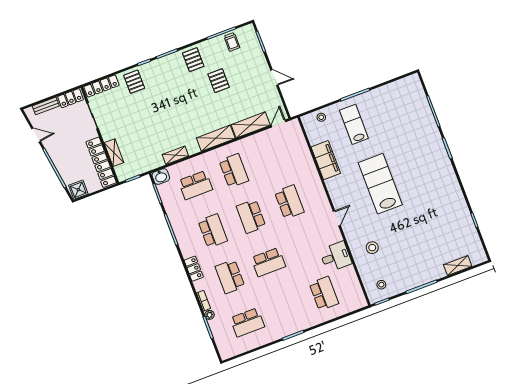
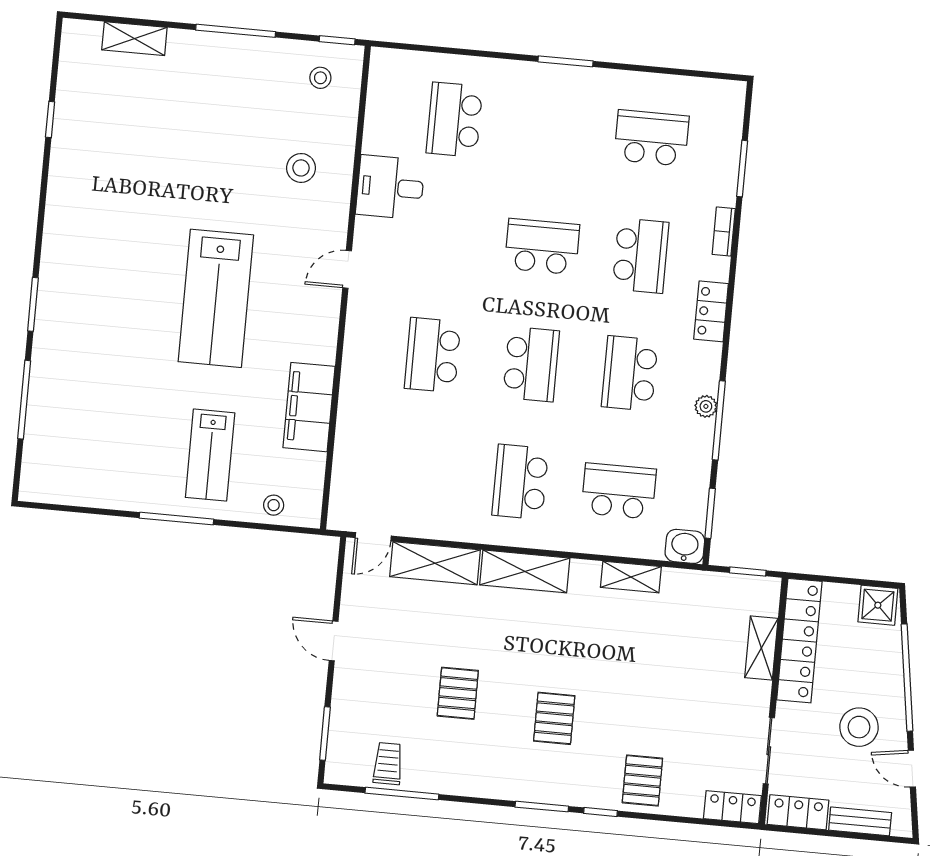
pallet: (193, 60) -> (554, 718), moved
locker: (101, 86) -> (732, 807), width x0.66
stool: (63, 141) -> (859, 727), added
plant: (210, 315) -> (706, 406), moved

